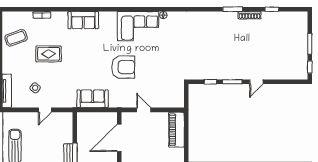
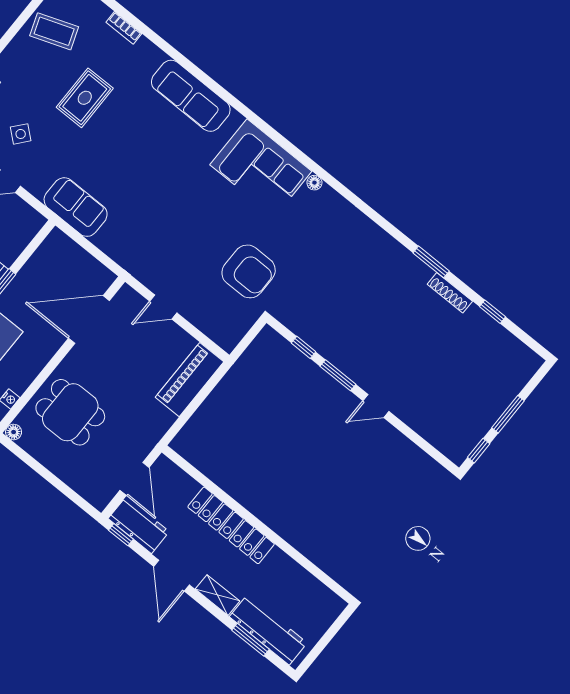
sofa: (83, 20) -> (191, 96), width x1.36
rug: (49, 54) -> (85, 98), turned 90
armchair: (123, 67) -> (249, 271), moved
sofa: (93, 99) -> (76, 207), moved
door: (144, 110) -> (163, 307), swing flipped

